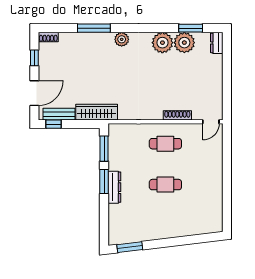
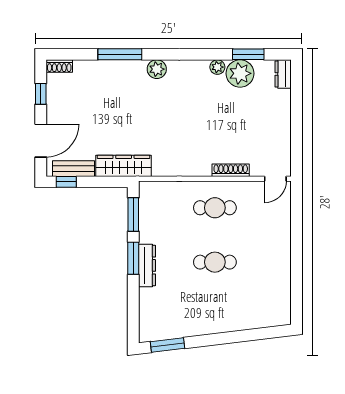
plant: (162, 43) -> (217, 67), width x0.53, depth x0.53

